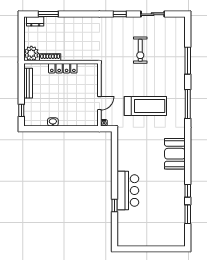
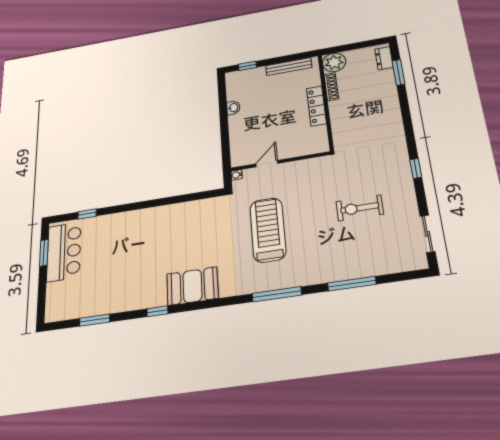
sliding door: (153, 14) -> (428, 234), moved
door: (99, 103) -> (267, 164), swing flipped
treadmill: (145, 106) -> (268, 230), turned 180
bar counter: (128, 191) -> (64, 252), moved, turned -90
window: (188, 191) -> (157, 311), moved
window: (115, 206) -> (87, 214), moved
window: (137, 249) -> (44, 253), added

